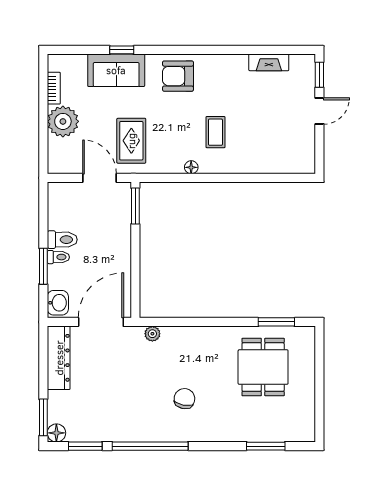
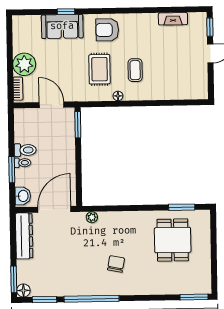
bookcase: (54, 88) -> (18, 89), moved
rug: (131, 141) -> (100, 69), moved
window: (266, 446) -> (194, 297), moved

